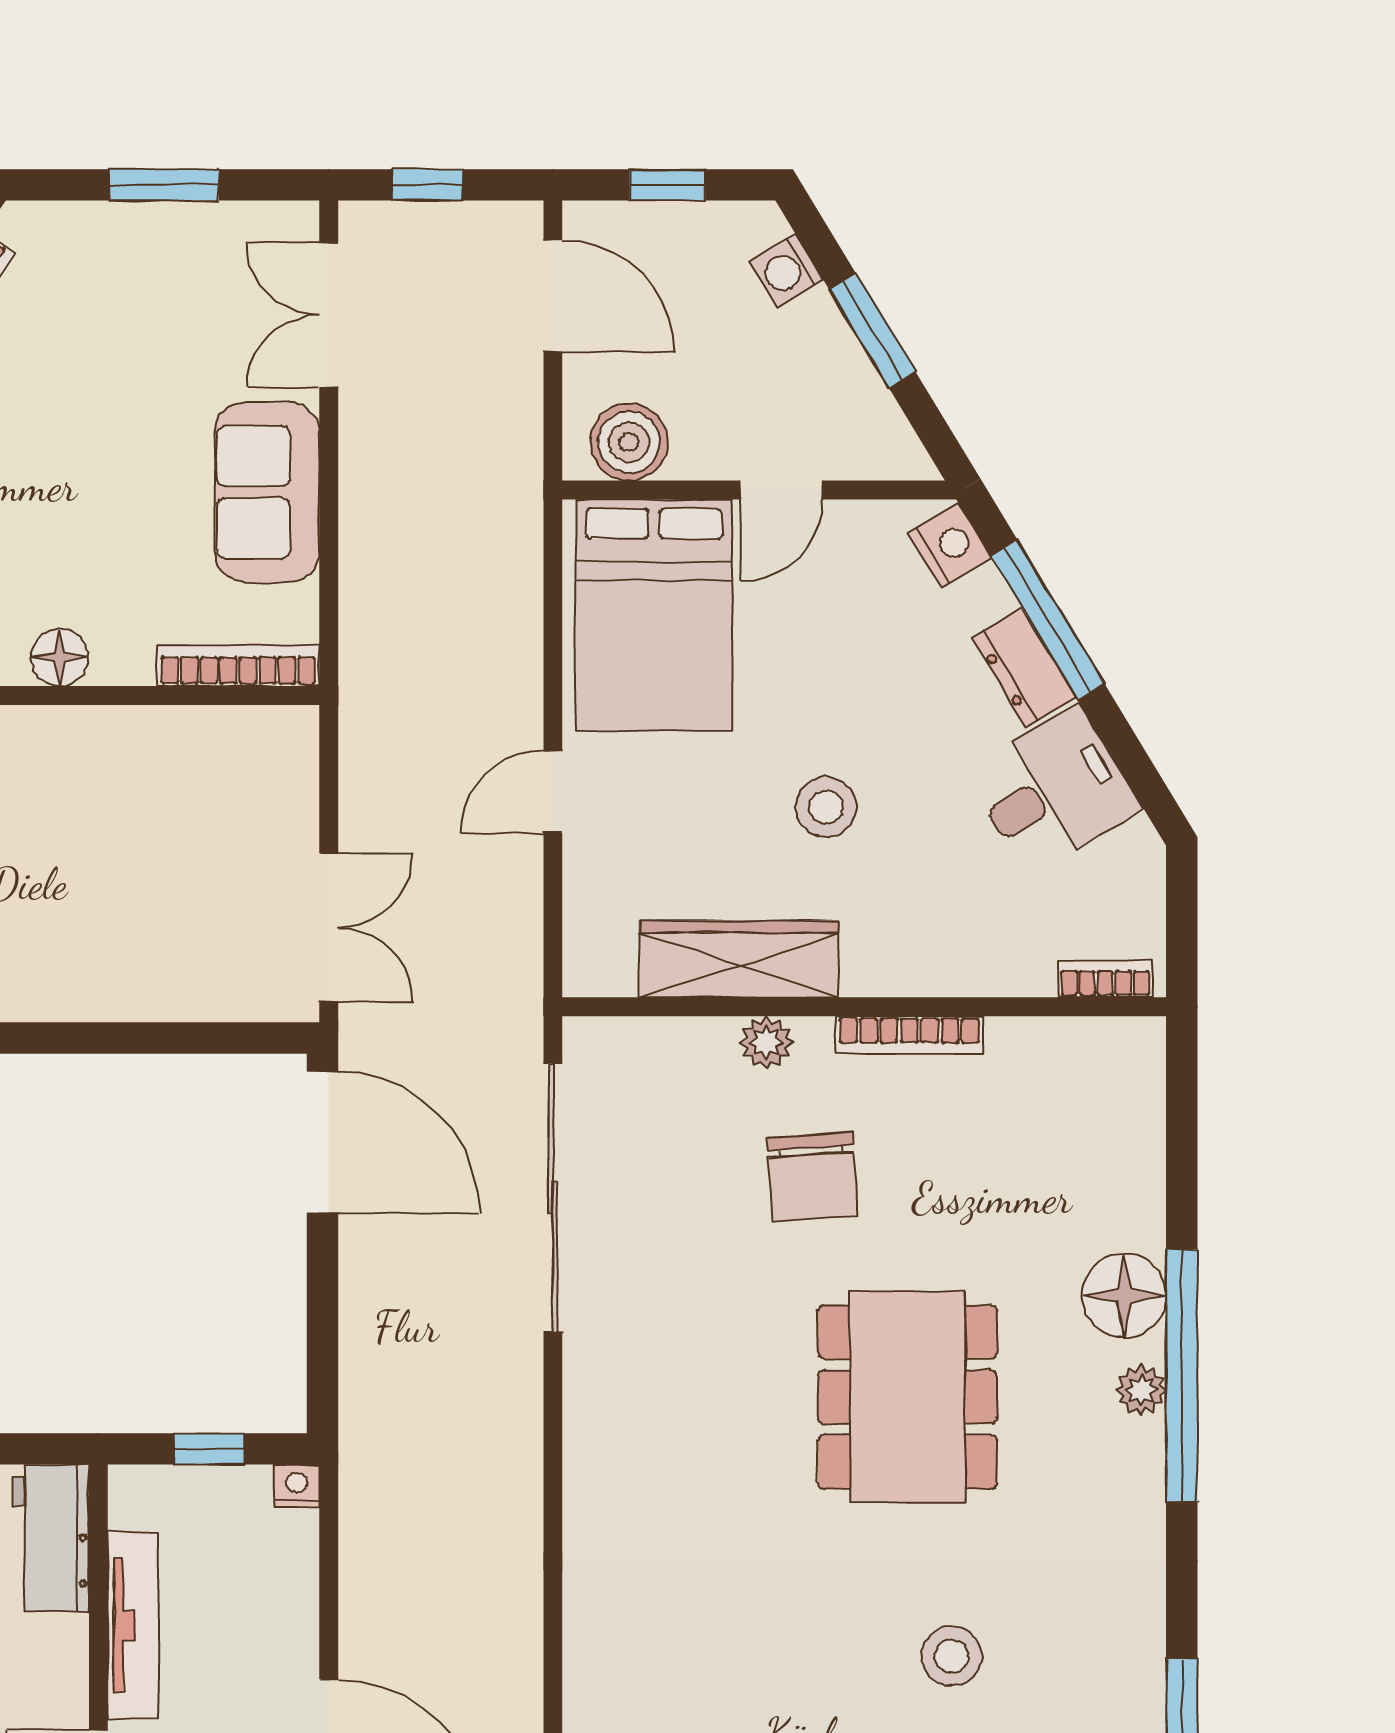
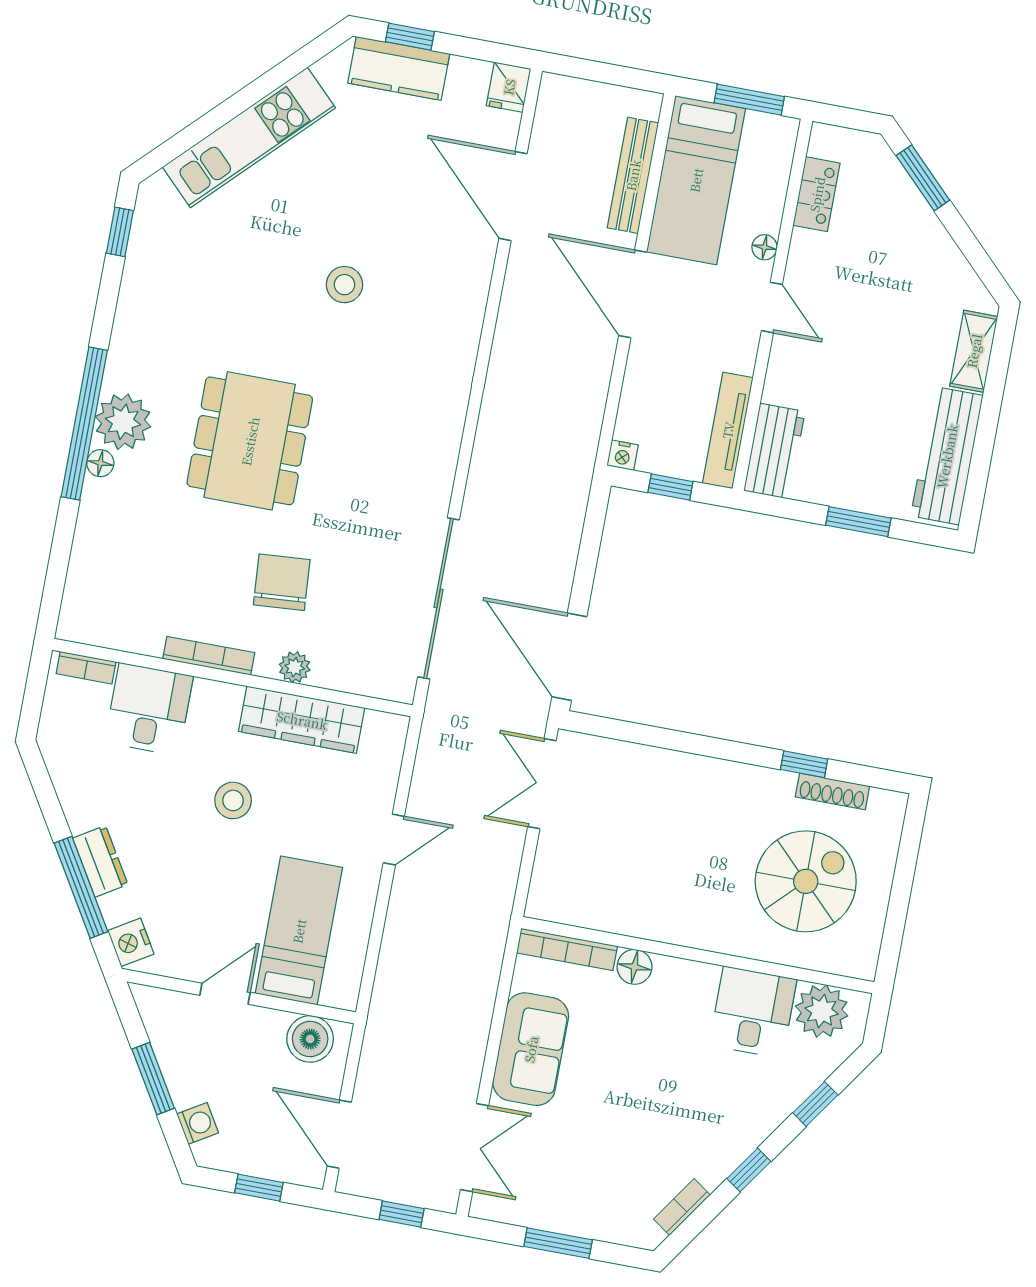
bed: (654, 615) -> (299, 931), width x0.67
floor lamp: (59, 657) -> (634, 967), moved
desk: (1054, 790) -> (149, 709), moved, turned 121
floor lamp: (1124, 1296) -> (100, 463), width x0.53, depth x0.53
plant: (1141, 1390) -> (123, 422), width x1.87, depth x1.87
tv unit: (133, 1625) -> (728, 430), moved
stool: (952, 1656) -> (344, 285), moved

